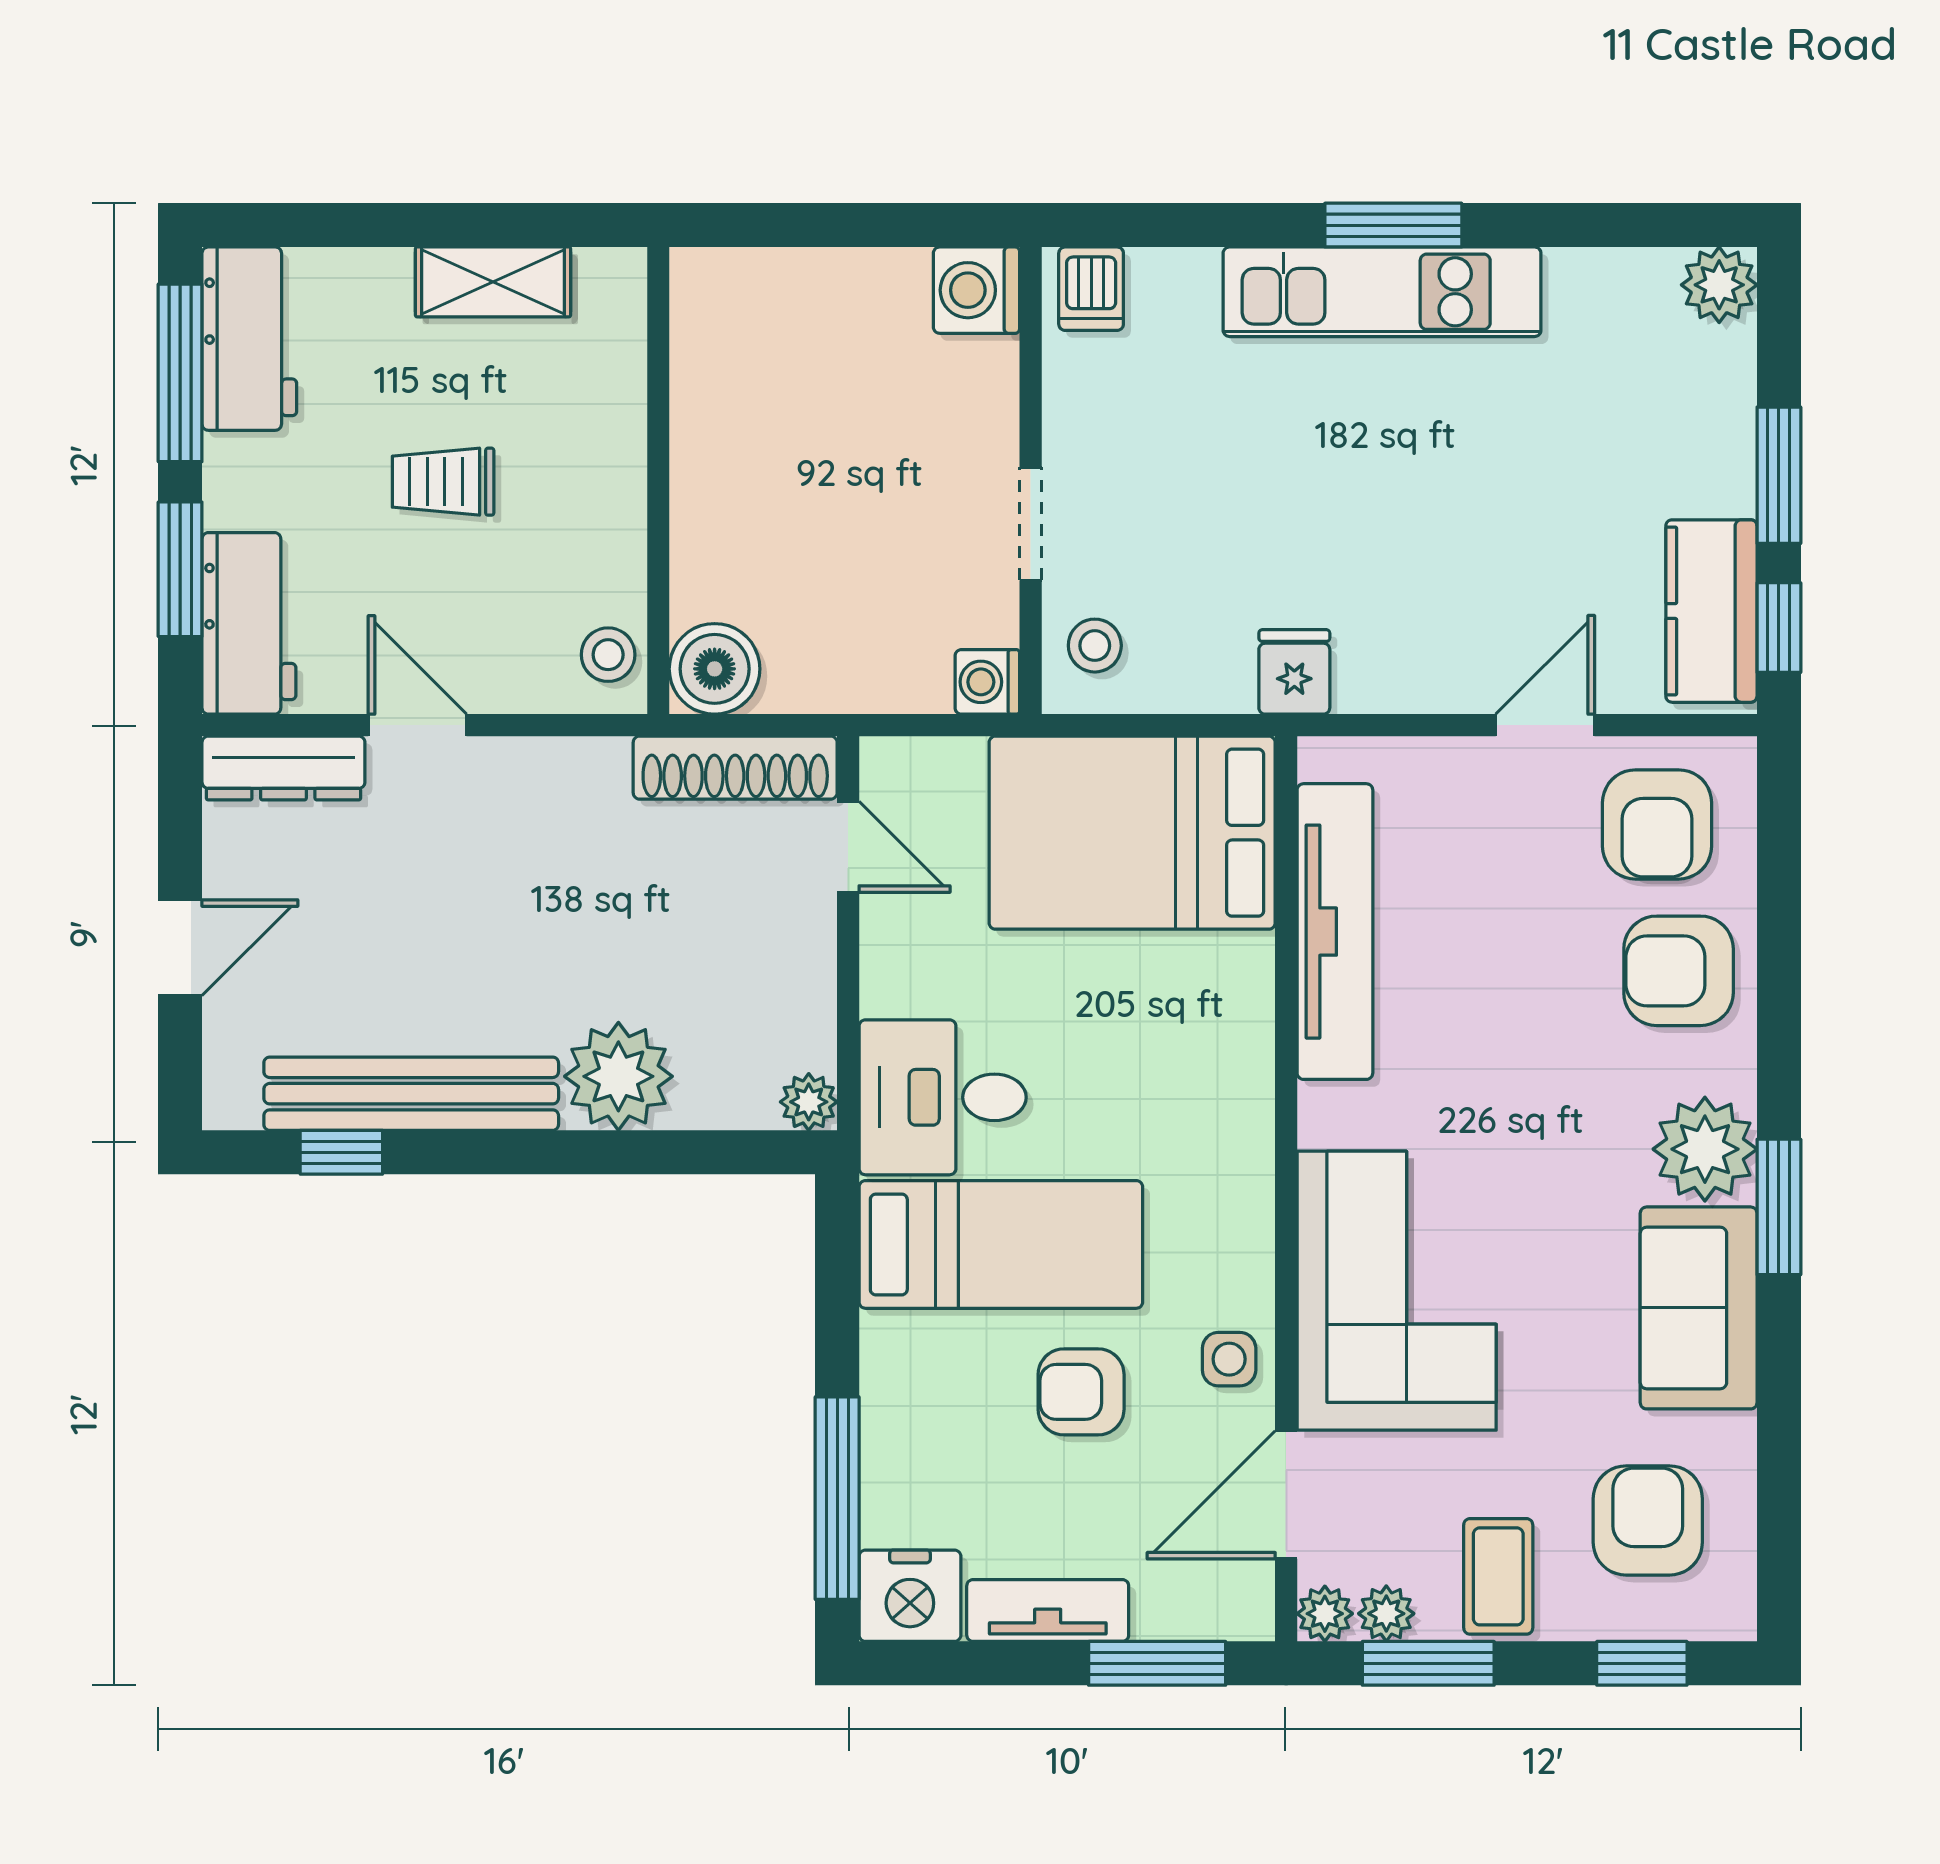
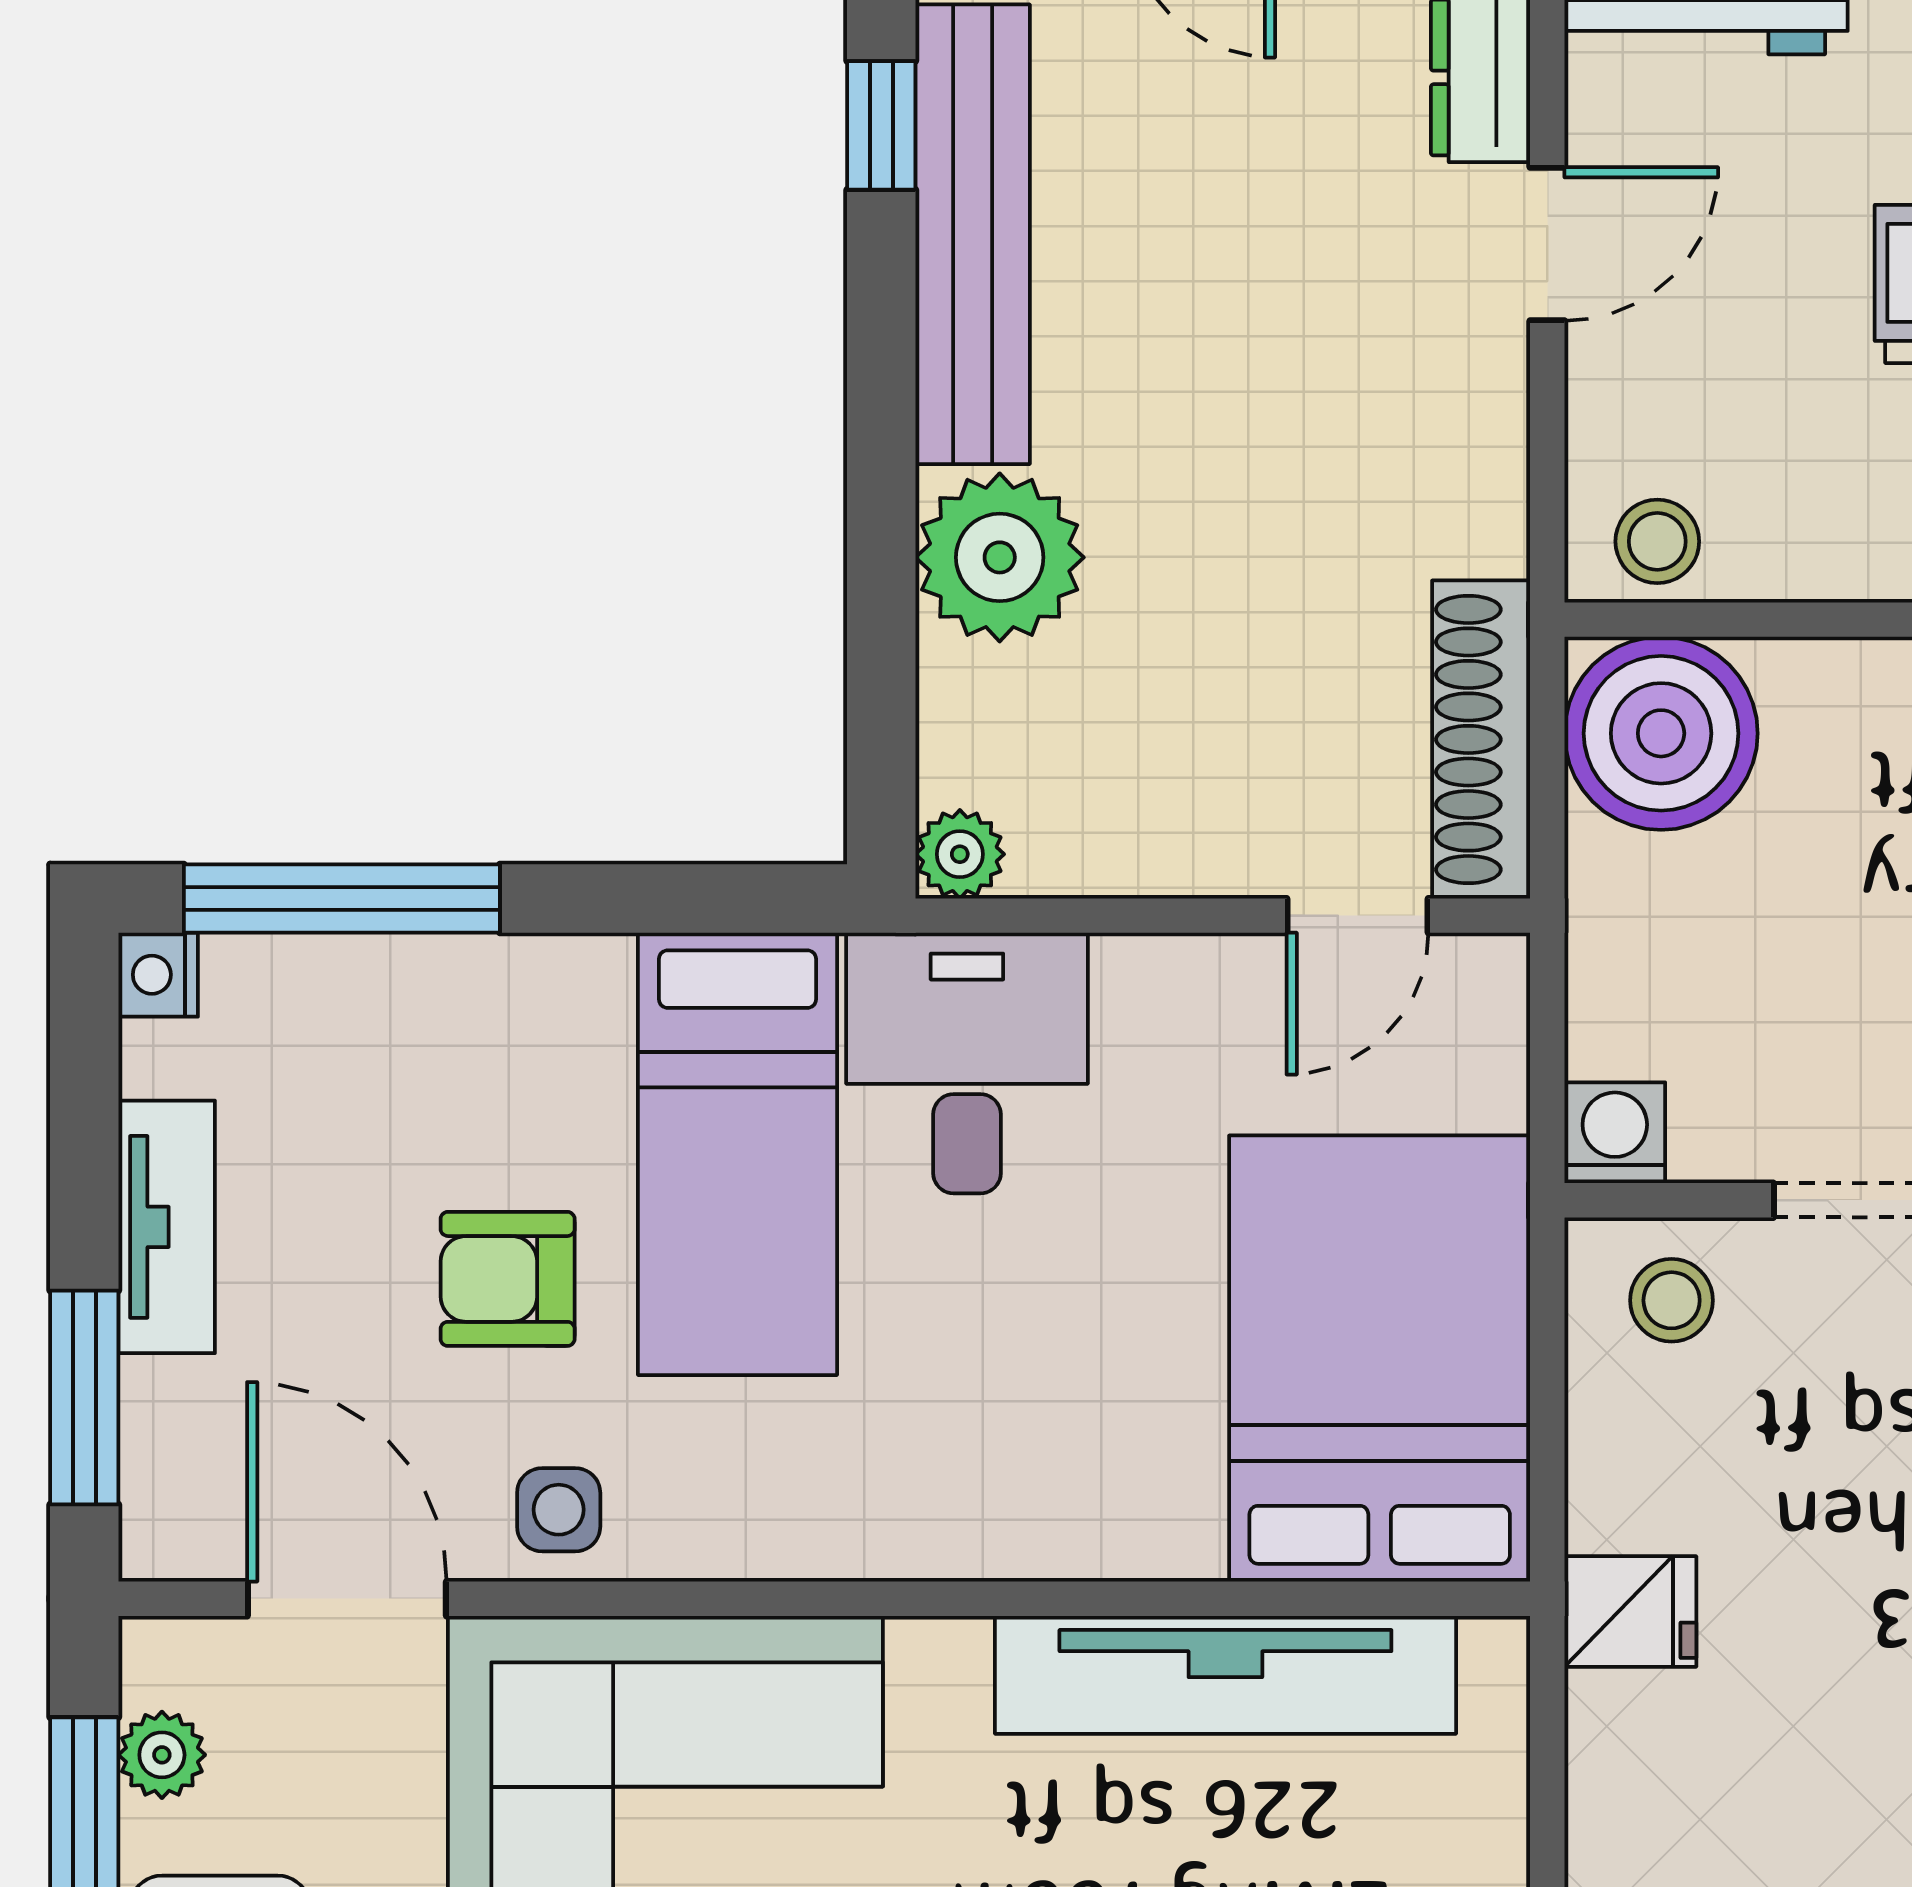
boiler: (715, 669) -> (1661, 733), width x1.37, depth x1.37
armchair: (1081, 1392) -> (508, 1279), turned -90
nightstand: (910, 1596) -> (158, 975), width x0.53, depth x0.56
plant: (1325, 1614) -> (162, 1659), removed

